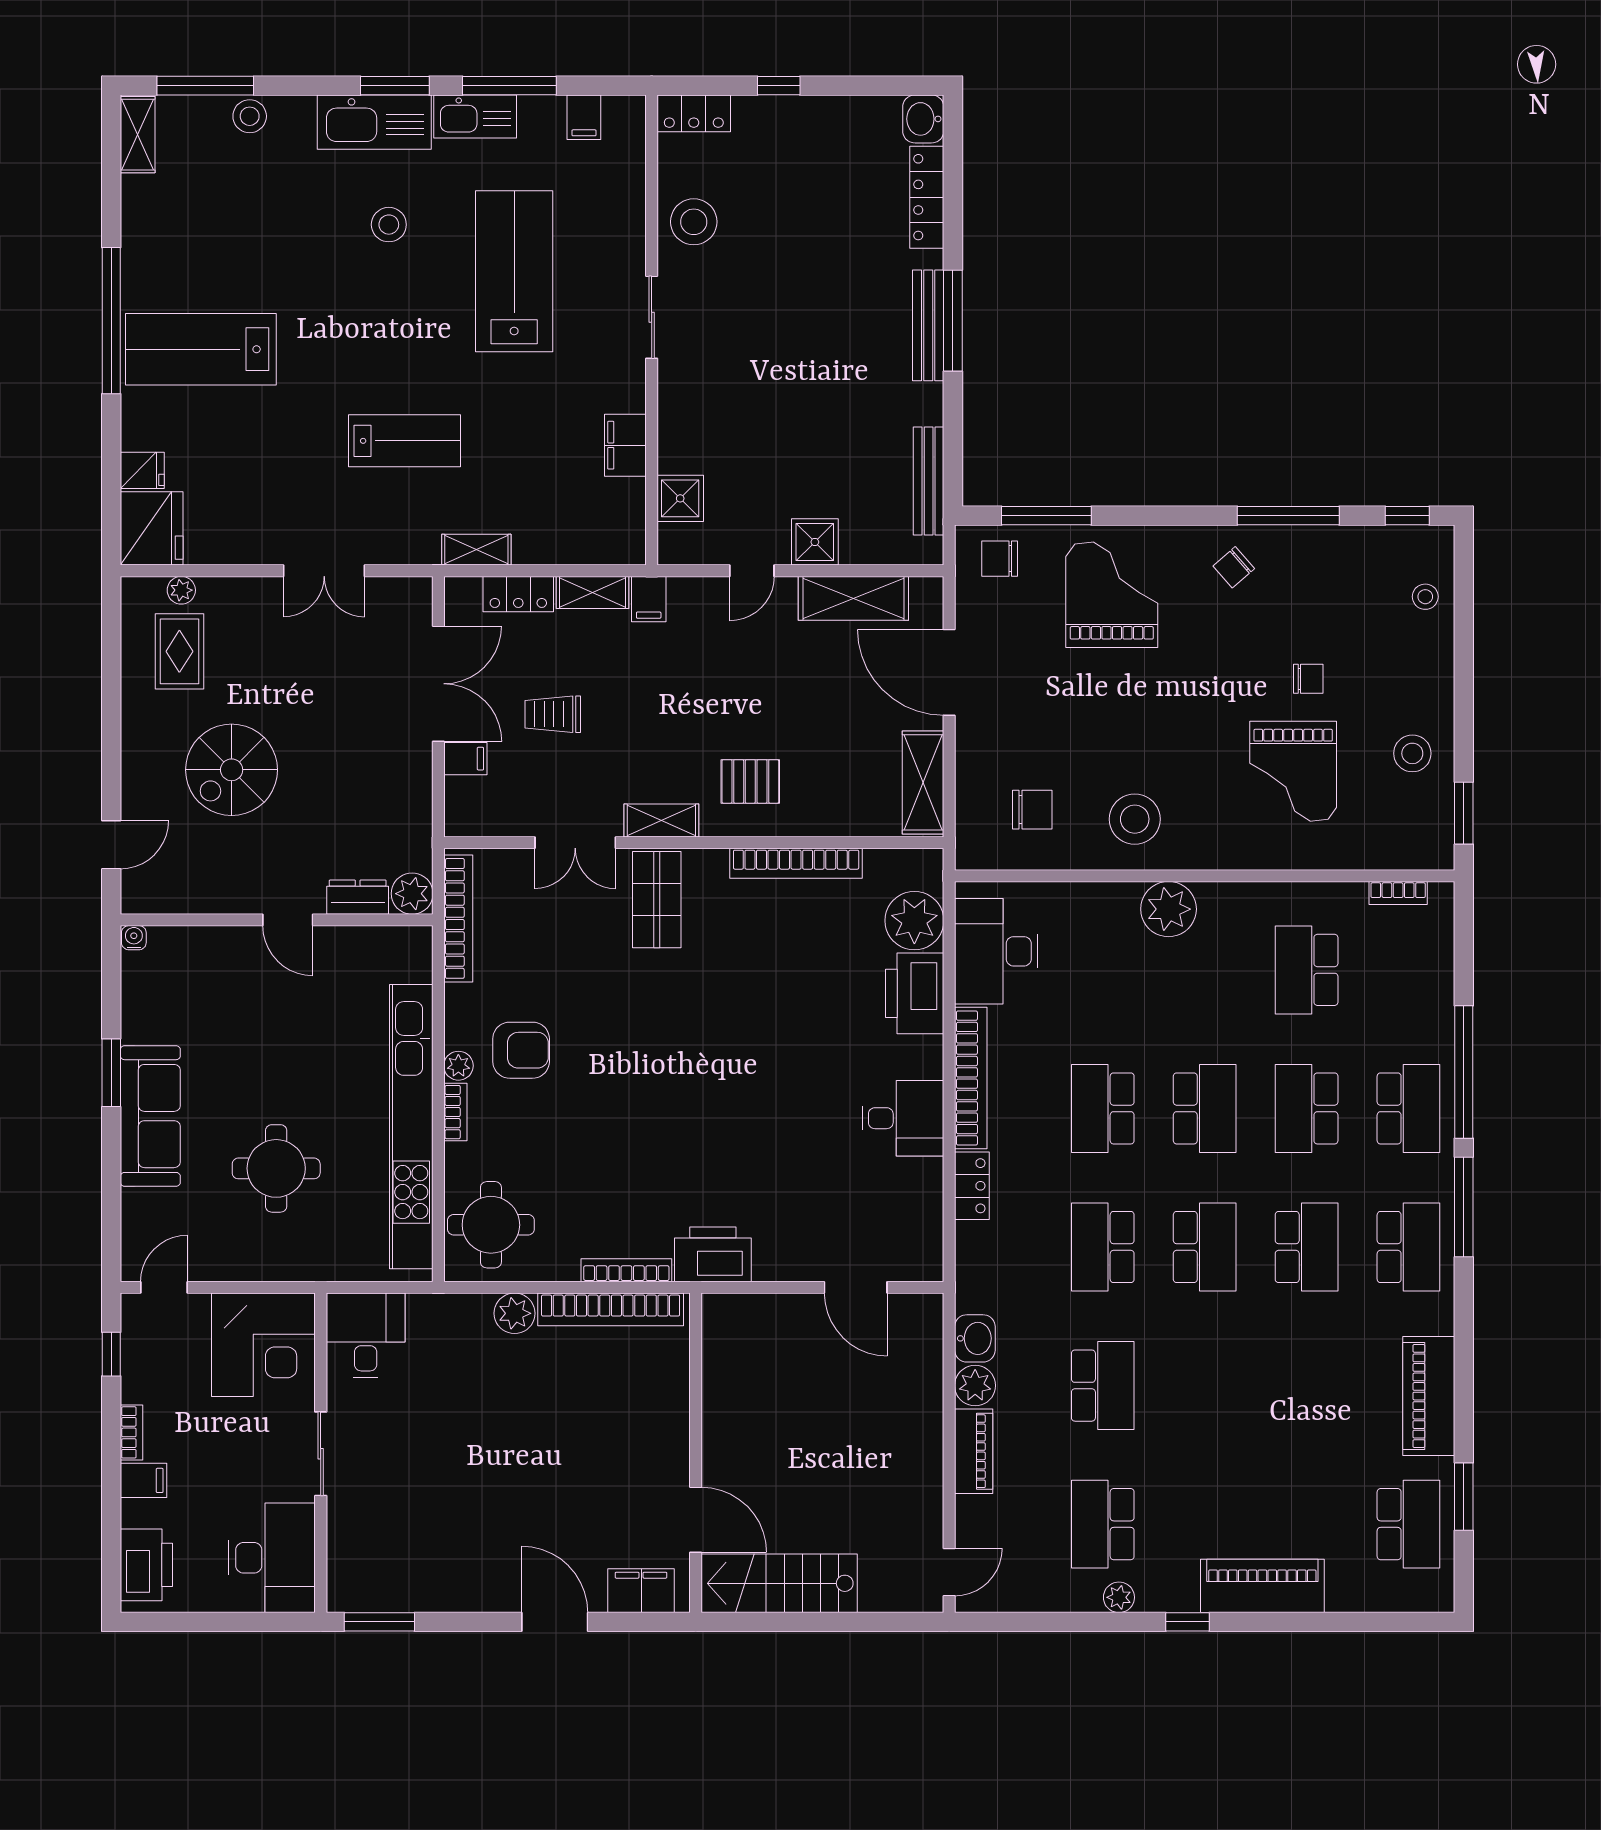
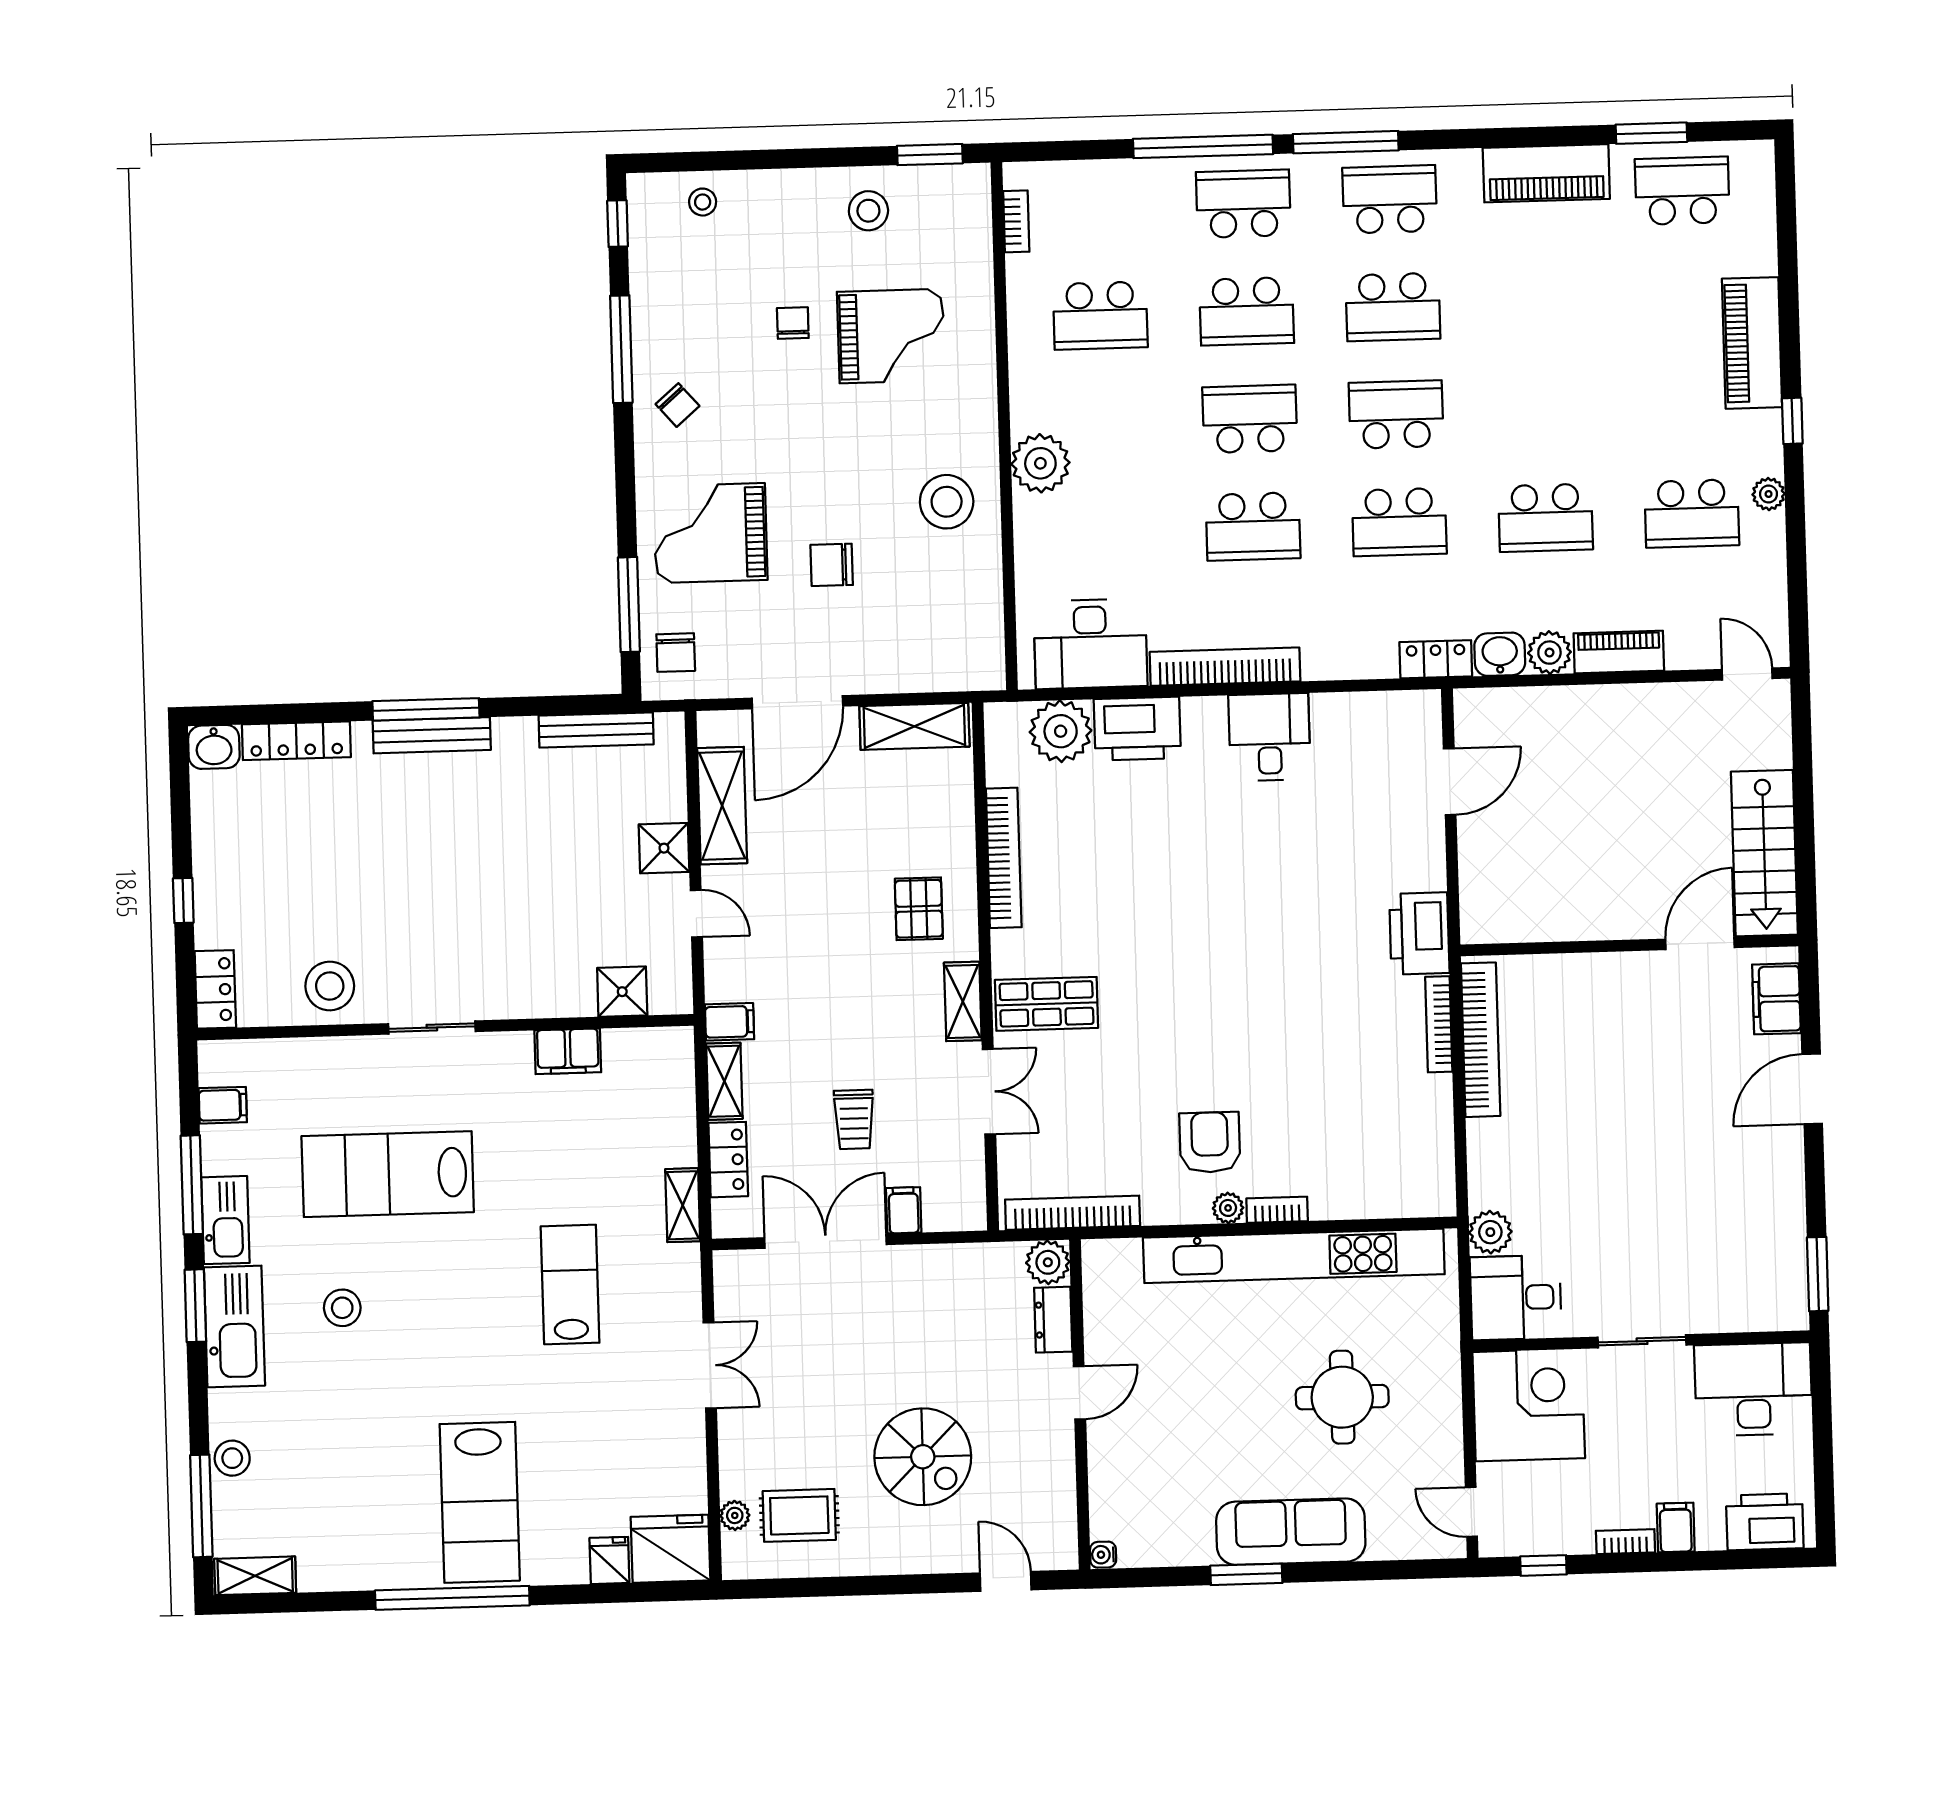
chair: (1032, 810) -> (832, 565), moved, turned -90
locker: (972, 1186) -> (1436, 659), moved
round table: (491, 1225) -> (1395, 1169), removed
school desk: (1307, 1247) -> (1393, 307), turned 180
plant: (515, 1313) -> (1490, 1232), moved
school desk: (1103, 1386) -> (1546, 518), turned 180

